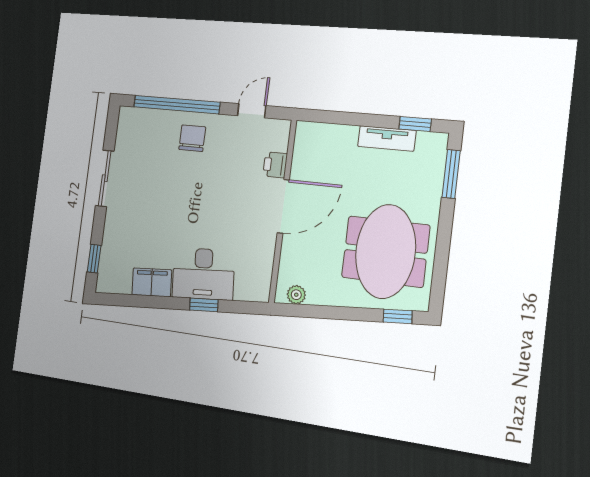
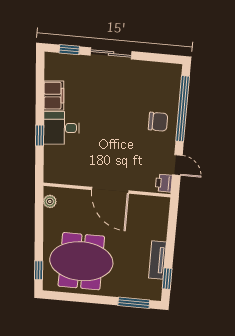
printer: (275, 165) -> (164, 183), moved, turned -90
sliding door: (105, 178) -> (111, 53), moved
desk: (203, 274) -> (61, 128), width x0.73

